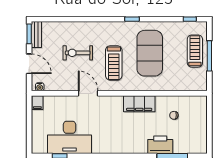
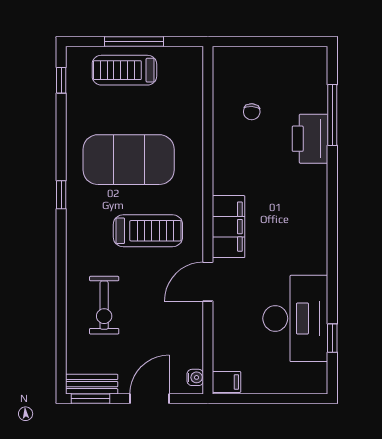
exercise bike: (78, 53) -> (104, 305), moved
filing cabinet: (139, 104) -> (229, 227), moved

